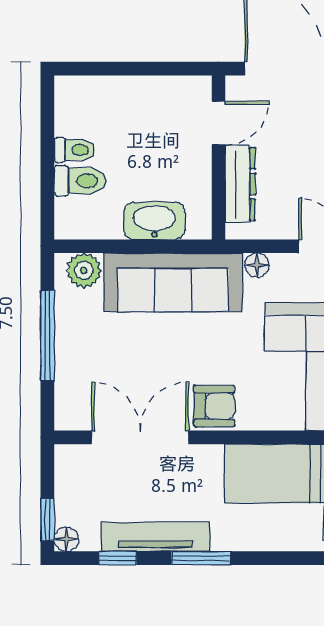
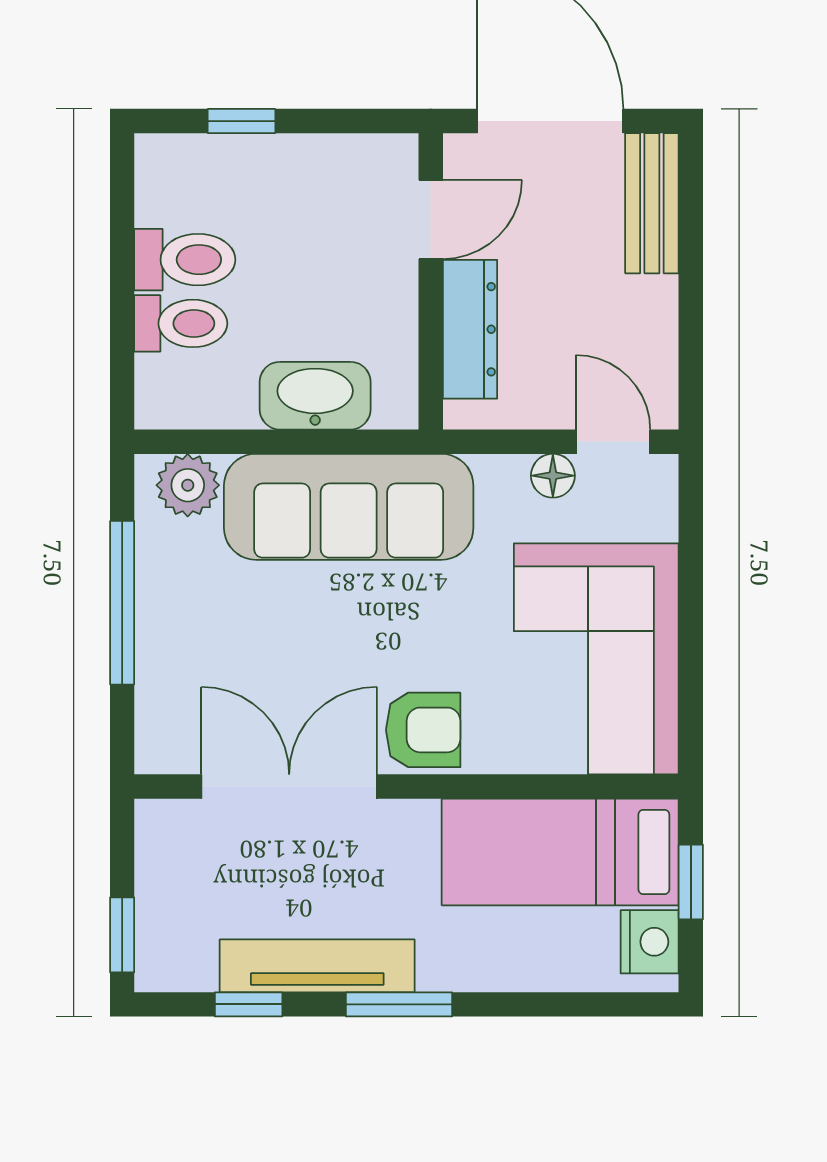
window: (114, 69) -> (241, 121), added
toilet: (74, 150) -> (185, 260), width x1.37, depth x1.39
floor lamp: (257, 265) -> (553, 476), moved
floor lamp: (66, 539) -> (156, 970), removed

